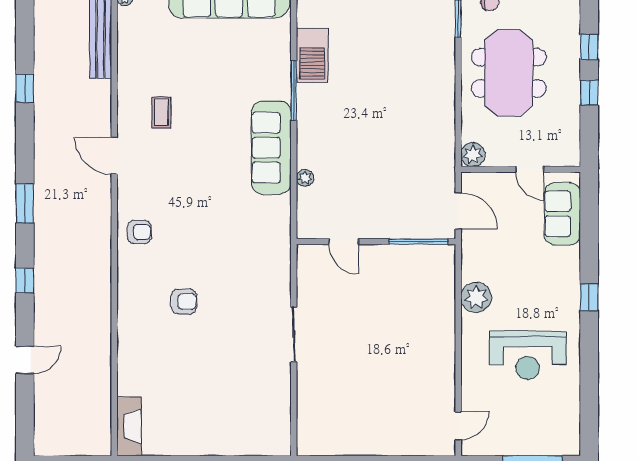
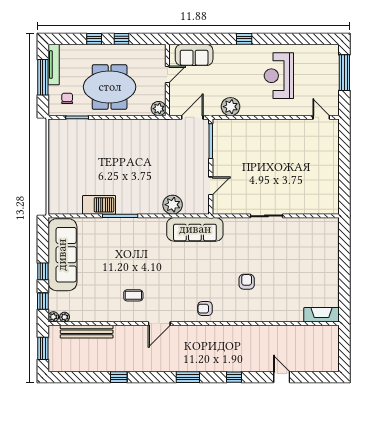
sofa: (271, 148) -> (195, 229), moved
plant: (305, 178) -> (173, 205), width x1.87, depth x1.87
armchair: (139, 232) -> (205, 309), turned -90
plant: (476, 297) -> (230, 107), moved
reception desk: (528, 355) -> (279, 76), turned 180

